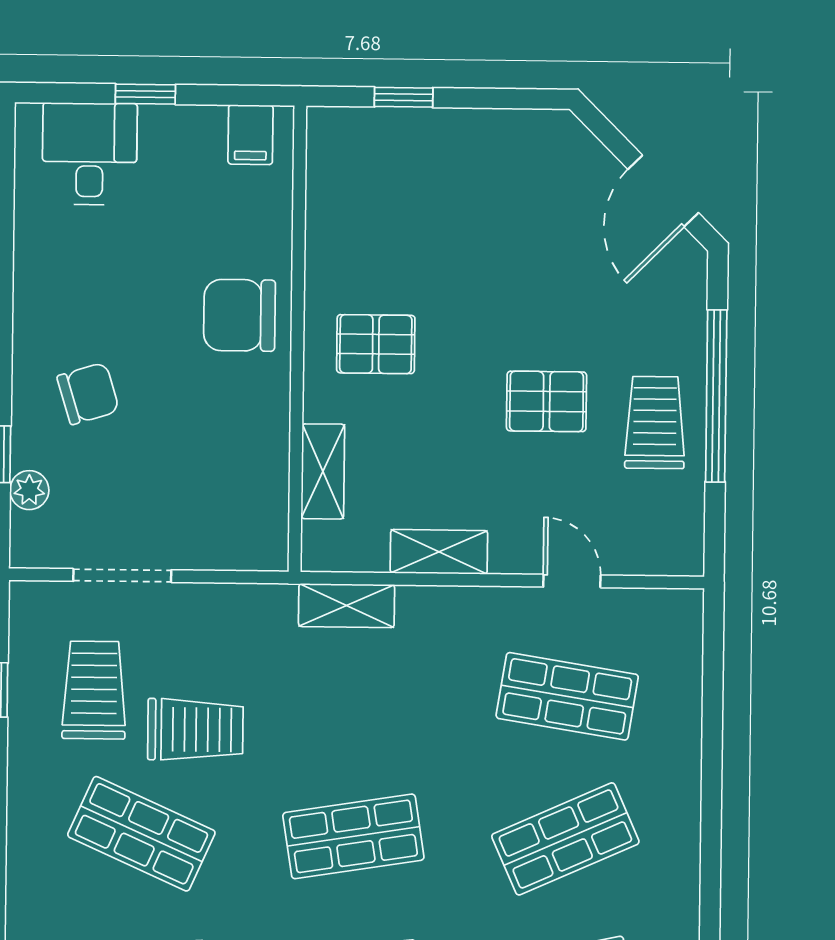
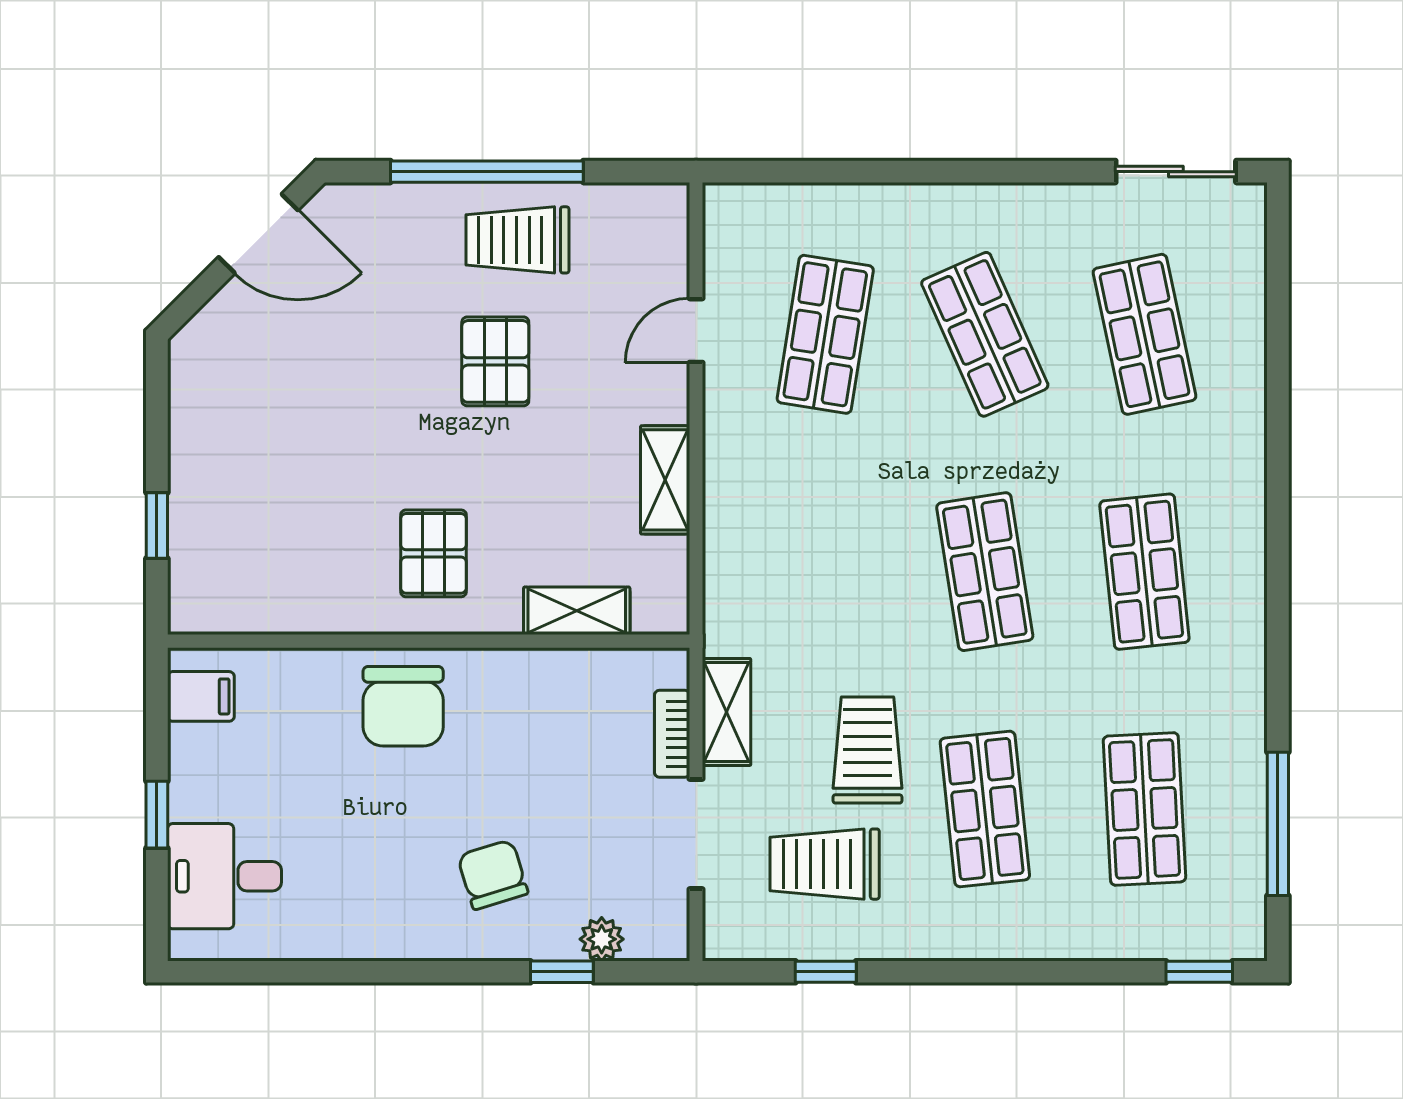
bookcase: (212, 555) -> (672, 734), added
shelving: (347, 606) -> (727, 712), moved
shop shelf: (141, 834) -> (985, 809), turned -30

